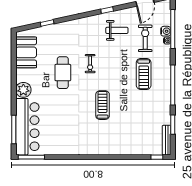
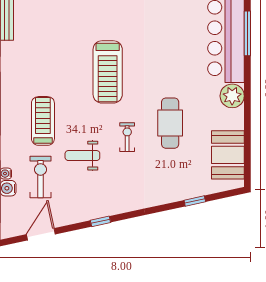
weight bench: (117, 30) -> (82, 156), moved
exercise bike: (145, 38) -> (41, 177), turned 180
treadmill: (103, 105) -> (108, 72), width x1.37, depth x1.38

